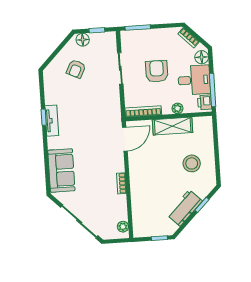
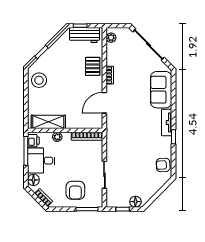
armchair: (76, 69) -> (163, 165), moved, turned -119
armchair: (157, 71) -> (75, 190), moved
tv unit: (52, 121) -> (167, 122), moved
shelving: (173, 126) -> (48, 122), moved
door: (125, 139) -> (104, 103), moved
stool: (192, 163) -> (39, 80), moved
pallet: (142, 192) -> (93, 66), added
workbench: (185, 208) -> (85, 35), moved, turned 45

